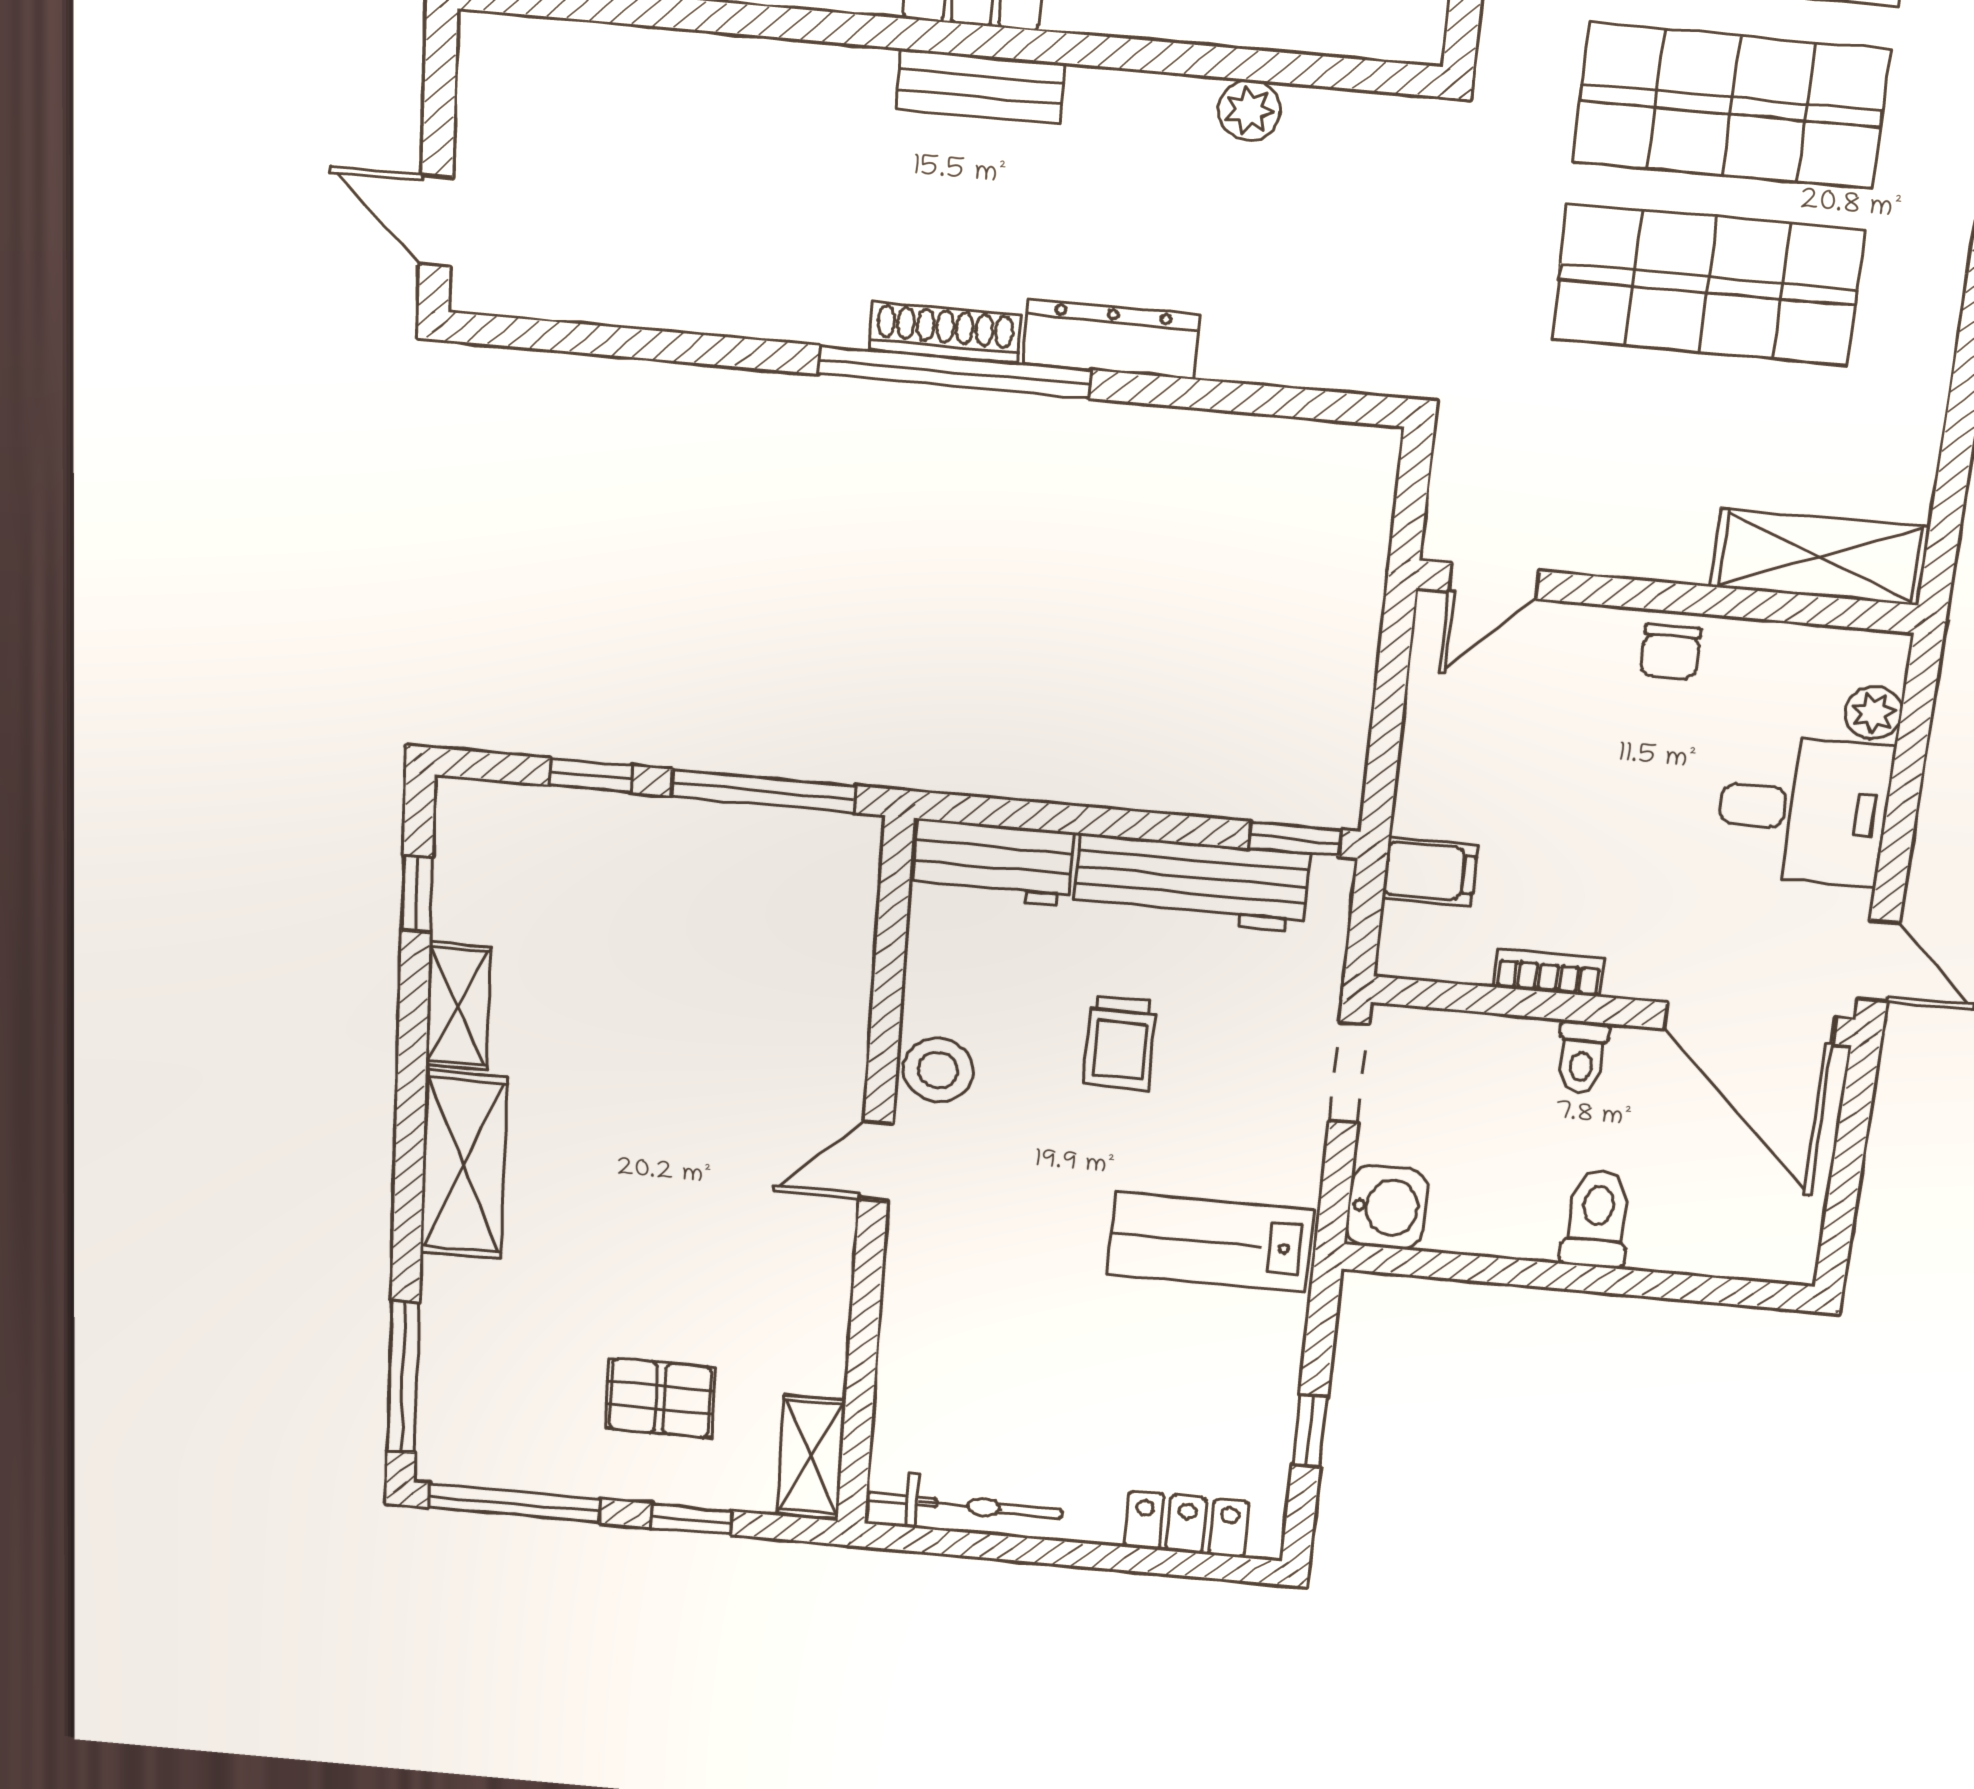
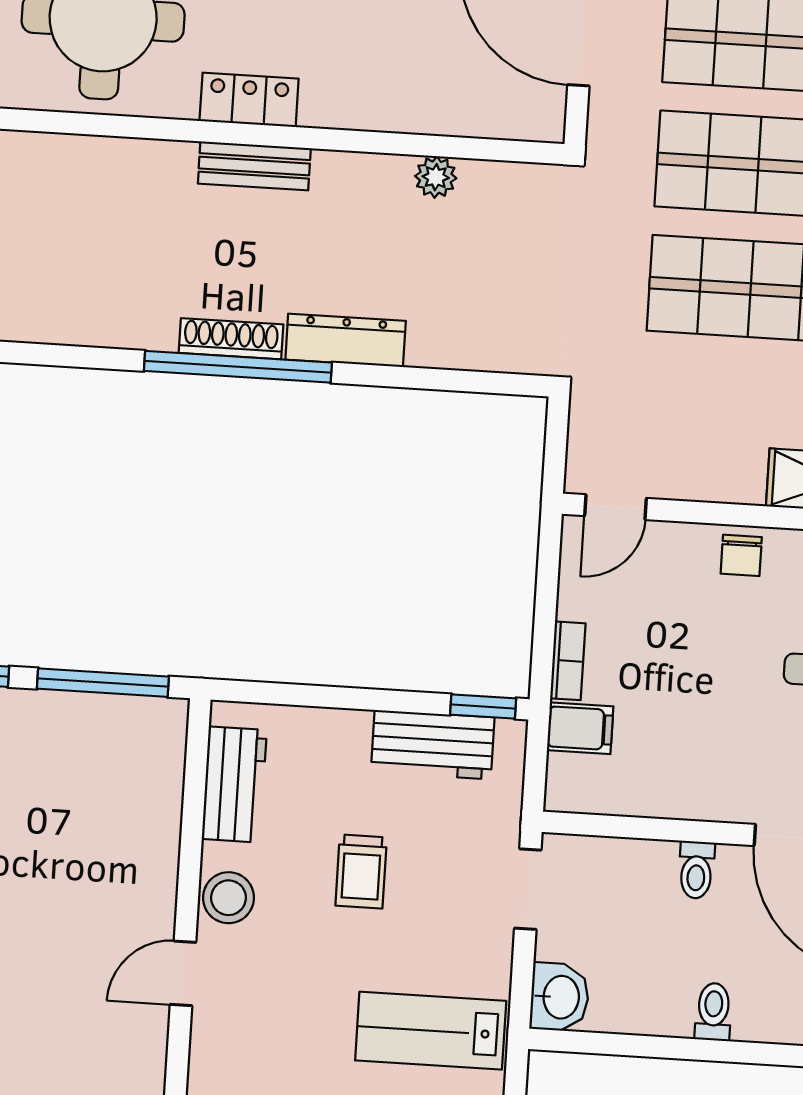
workbench: (993, 863) -> (234, 784), moved, turned -90
workbench: (1192, 883) -> (433, 745), width x0.73
bookcase: (1549, 973) -> (568, 661), moved, turned 90
toilet: (1597, 1219) -> (713, 1012), width x0.73, depth x0.72

